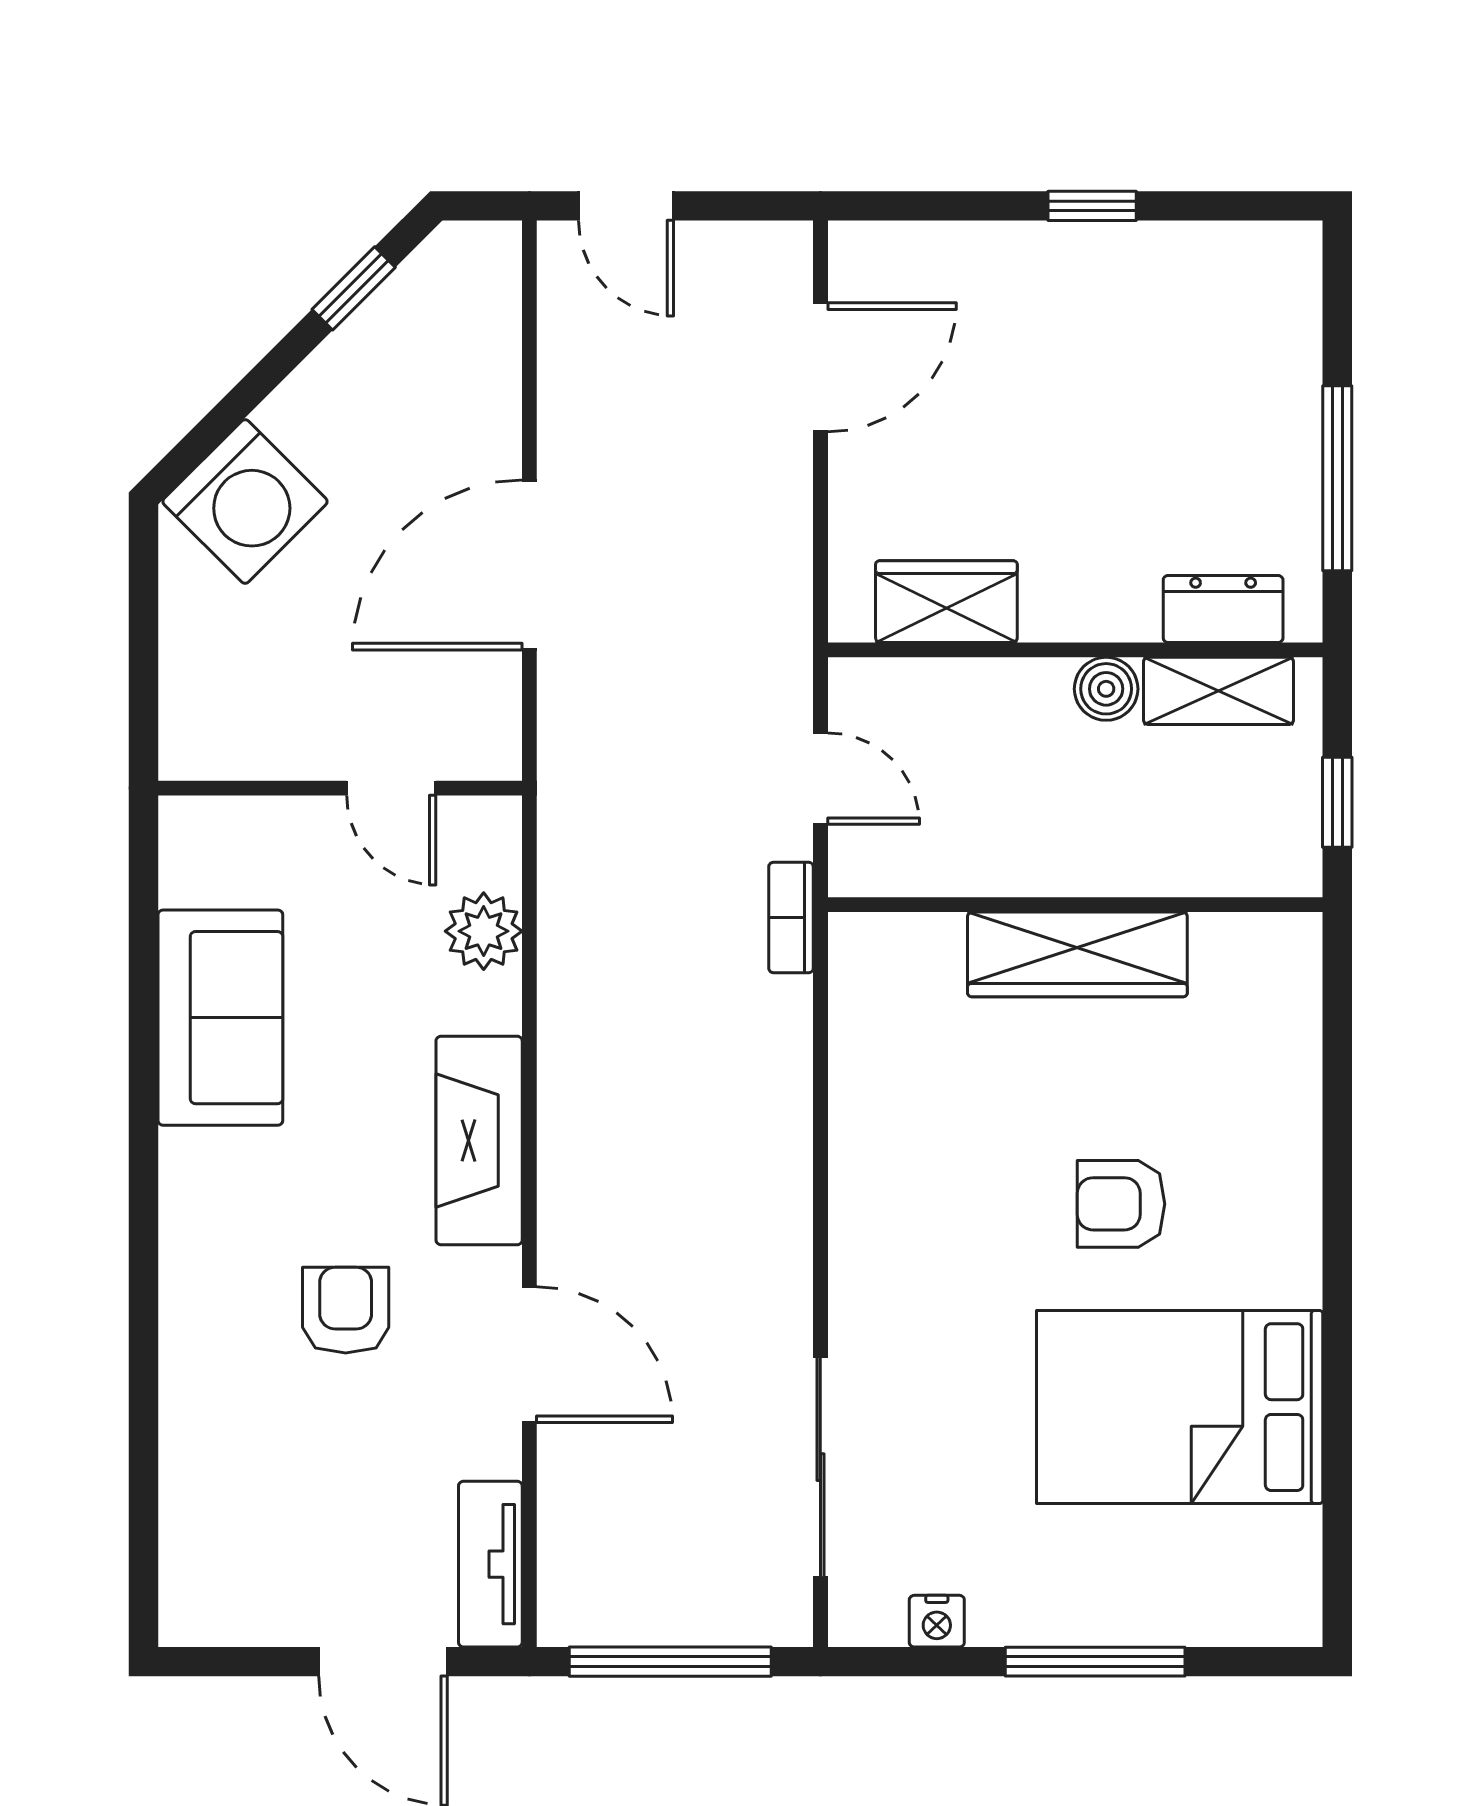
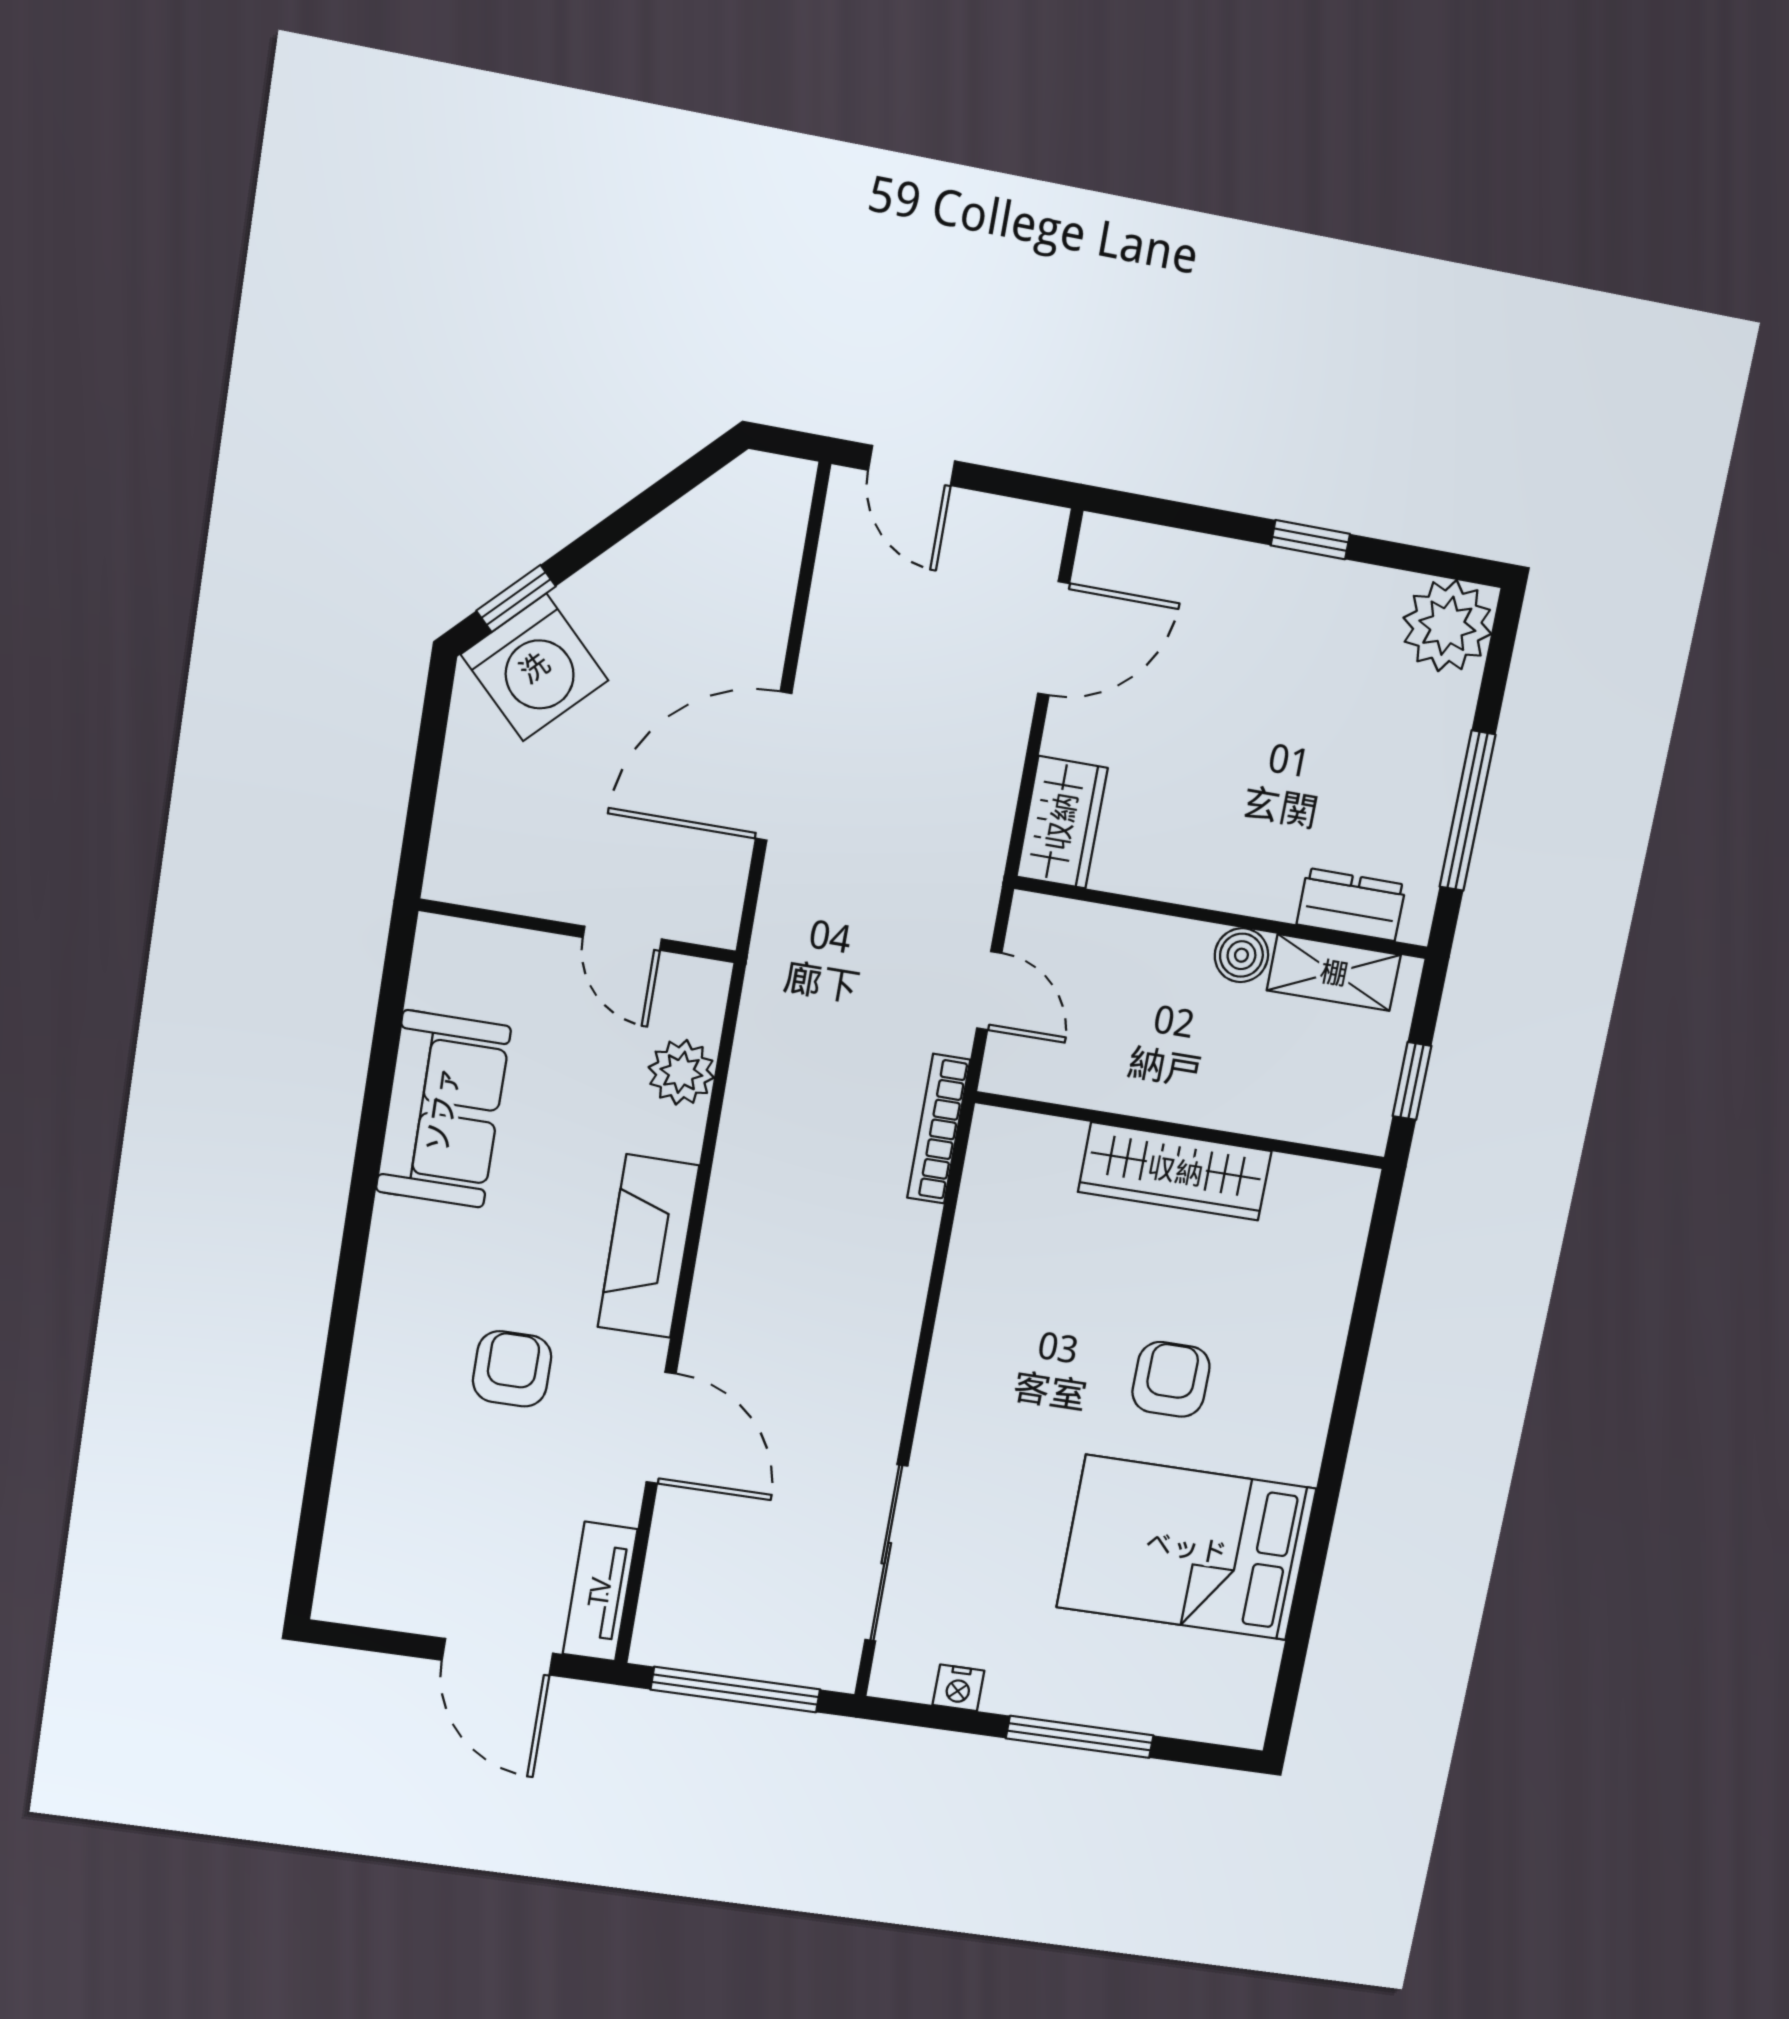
plant: (1270, 273) -> (1447, 626), added
window: (354, 288) -> (516, 599), moved
wardrobe: (946, 602) -> (1062, 822), moved, turned 90
bookcase: (791, 917) -> (939, 1129), width x1.56
armchair: (1121, 1204) -> (1171, 1379), turned 90

